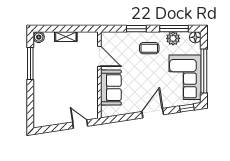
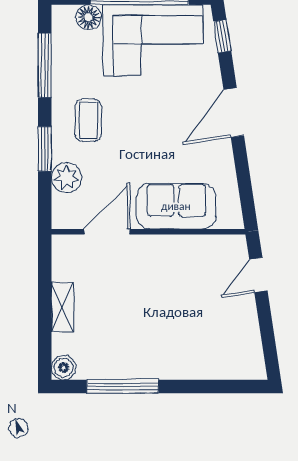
floor lamp: (195, 37) -> (88, 17), moved
plant: (173, 38) -> (66, 178), moved
door: (153, 113) -> (234, 113), hinge flipped

